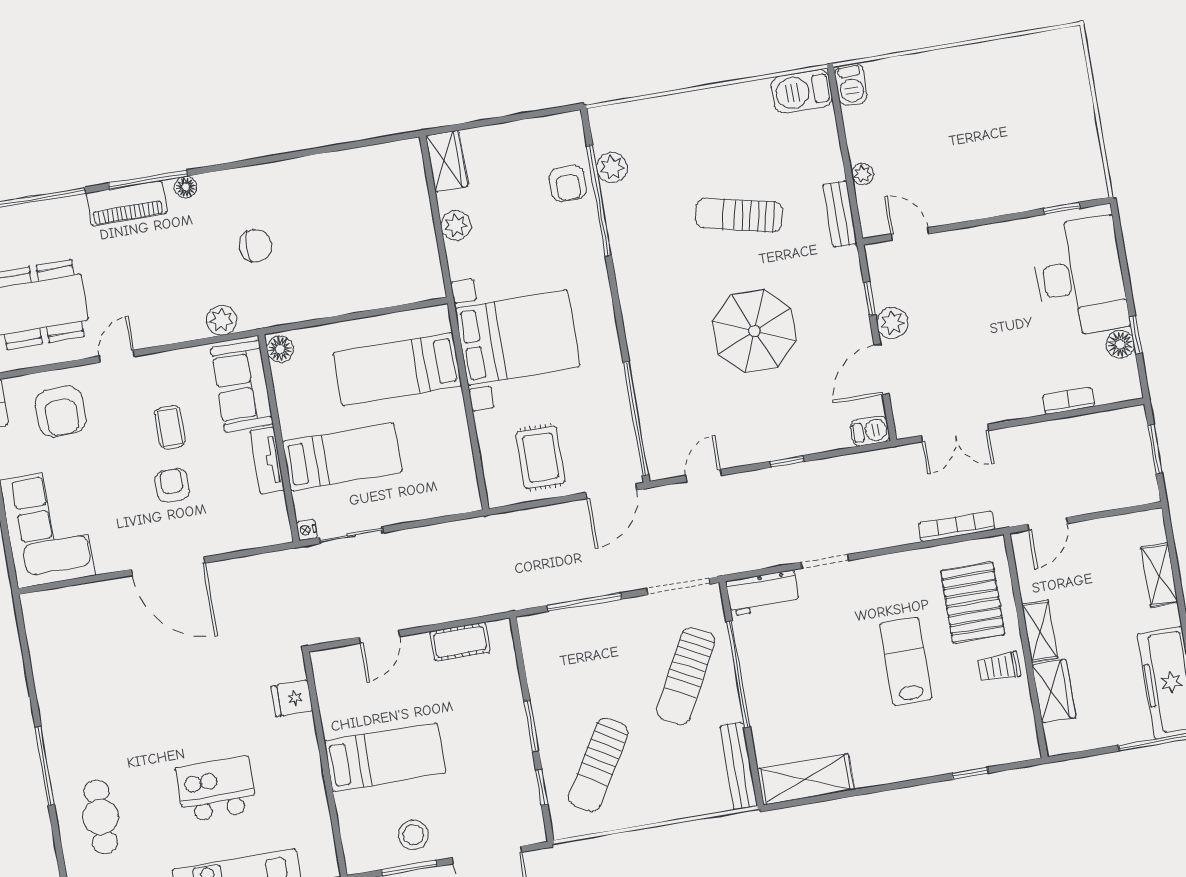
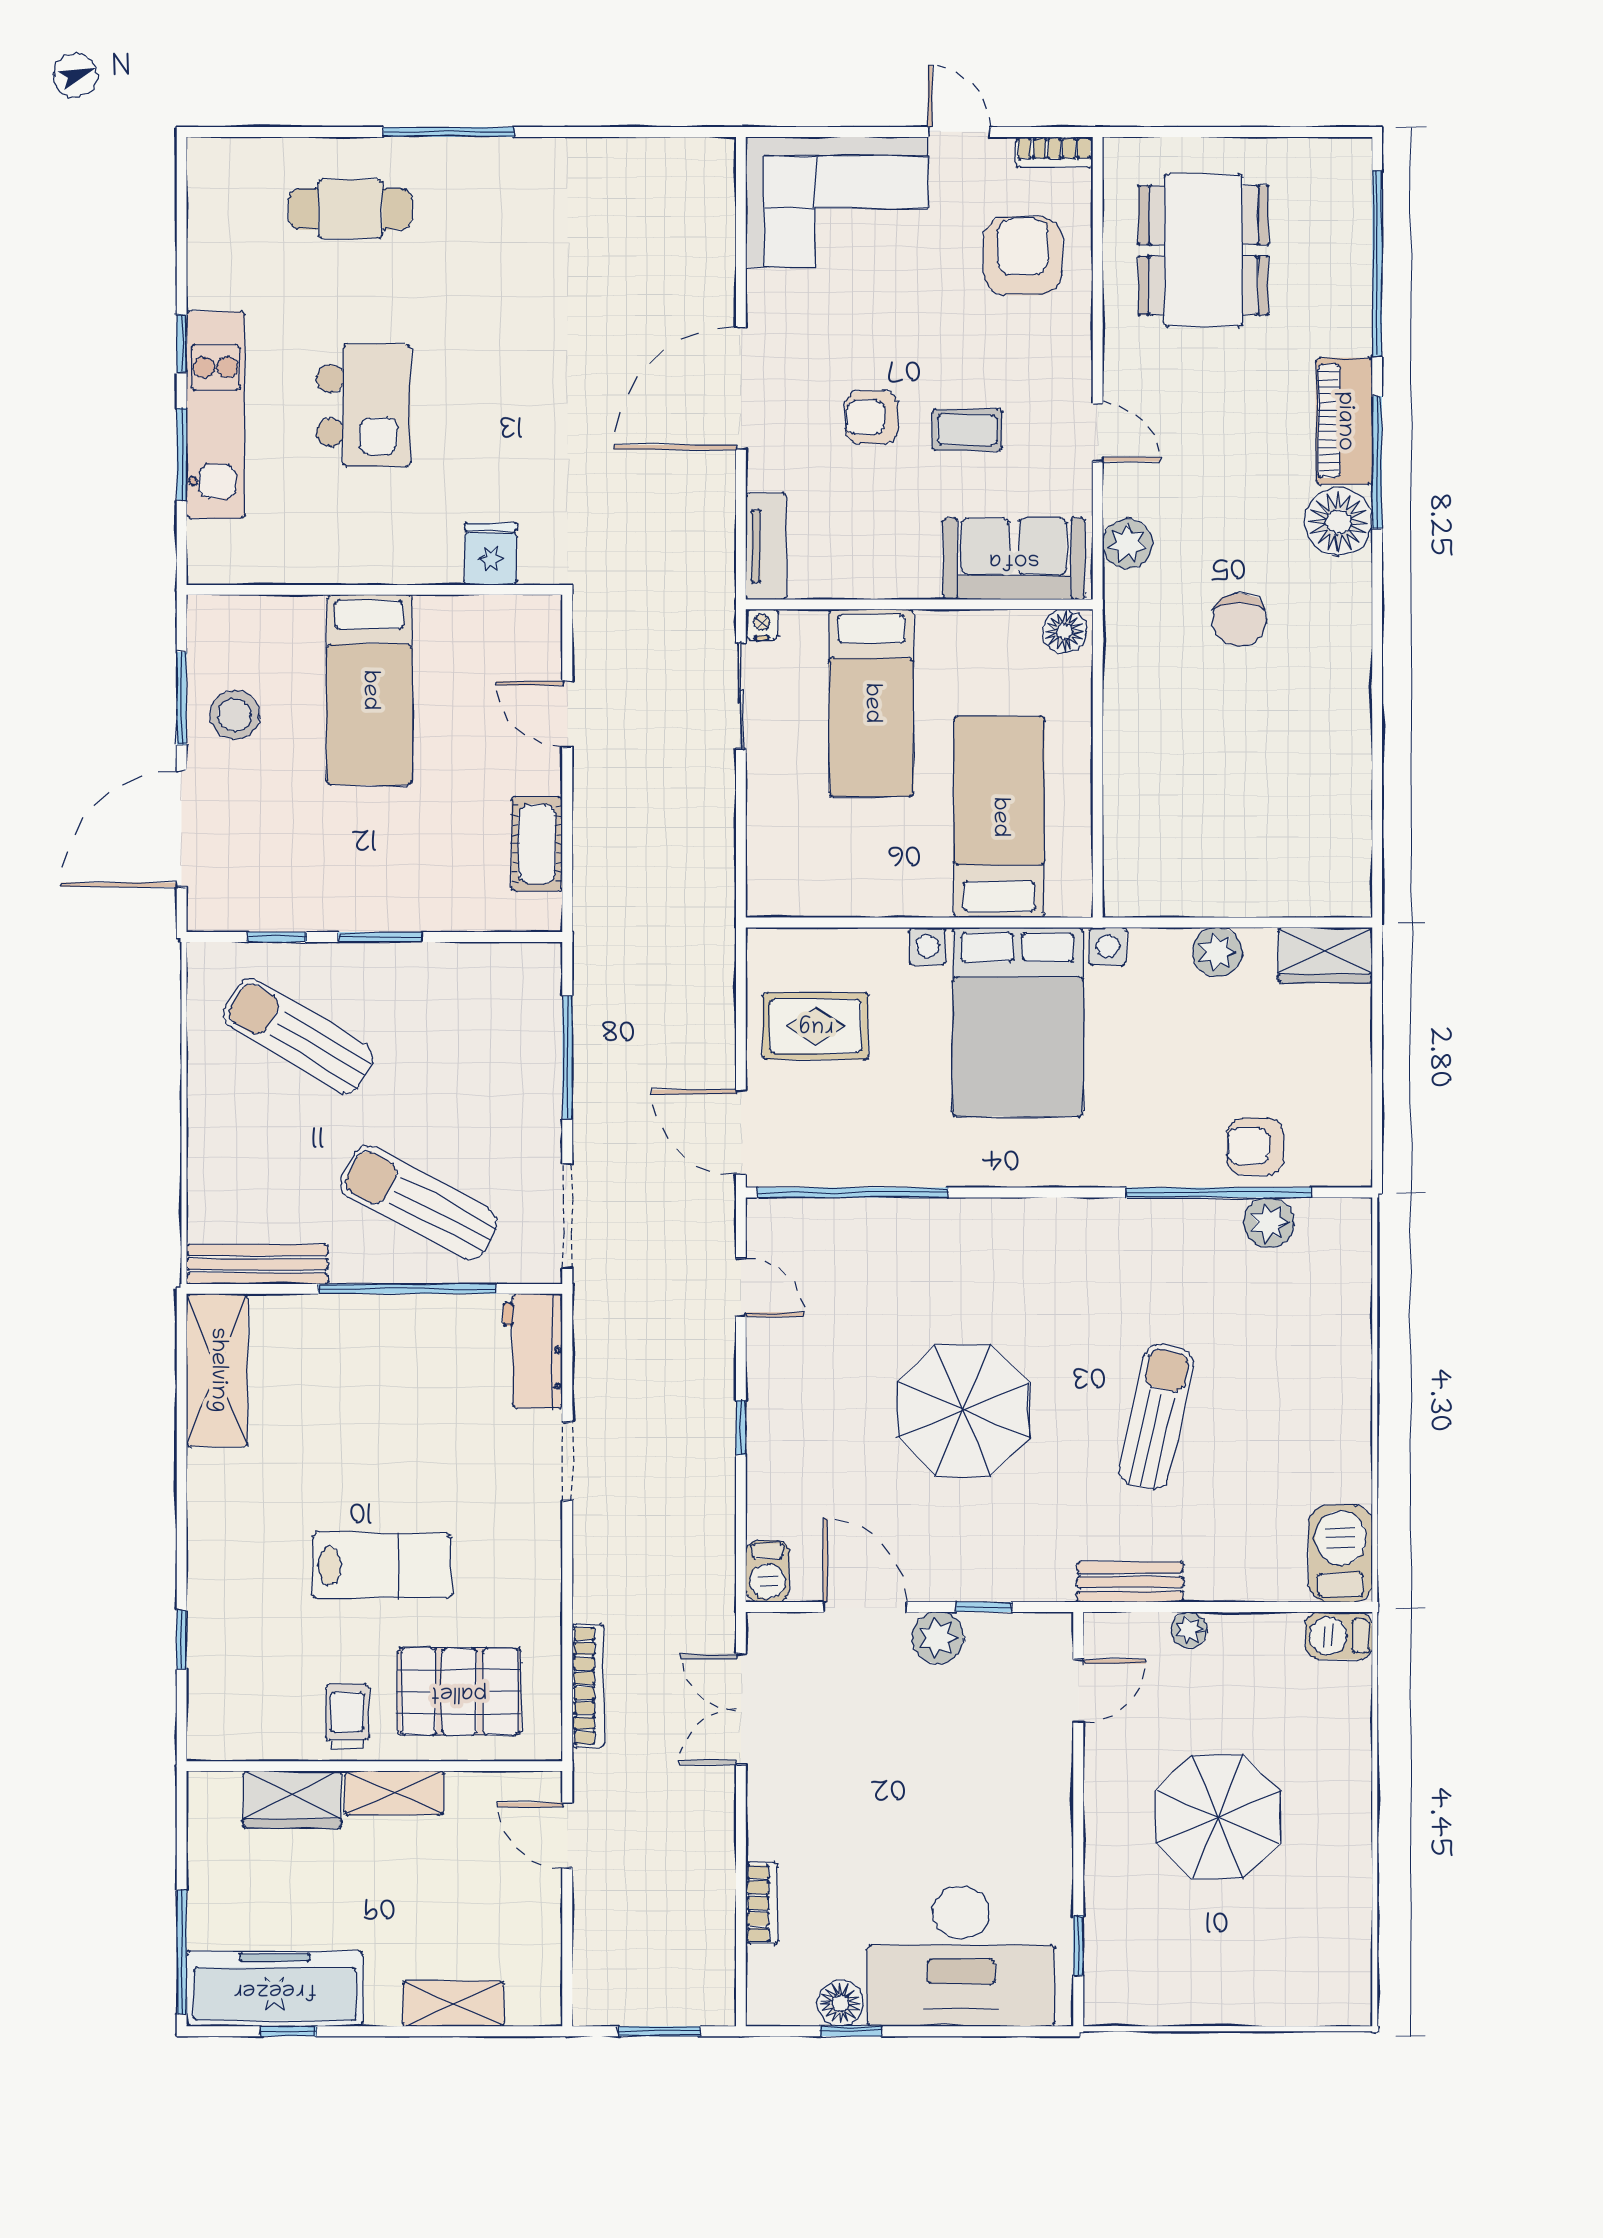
parasol: (971, 138) -> (1218, 1817), added
floor lamp: (186, 187) -> (1339, 522), width x1.89, depth x1.89
door: (117, 356) -> (1098, 432), moved
armchair: (61, 412) -> (1023, 256), turned 92
tv unit: (267, 460) -> (766, 546), moved, turned 90
armchair: (172, 485) -> (872, 417), turned 180

